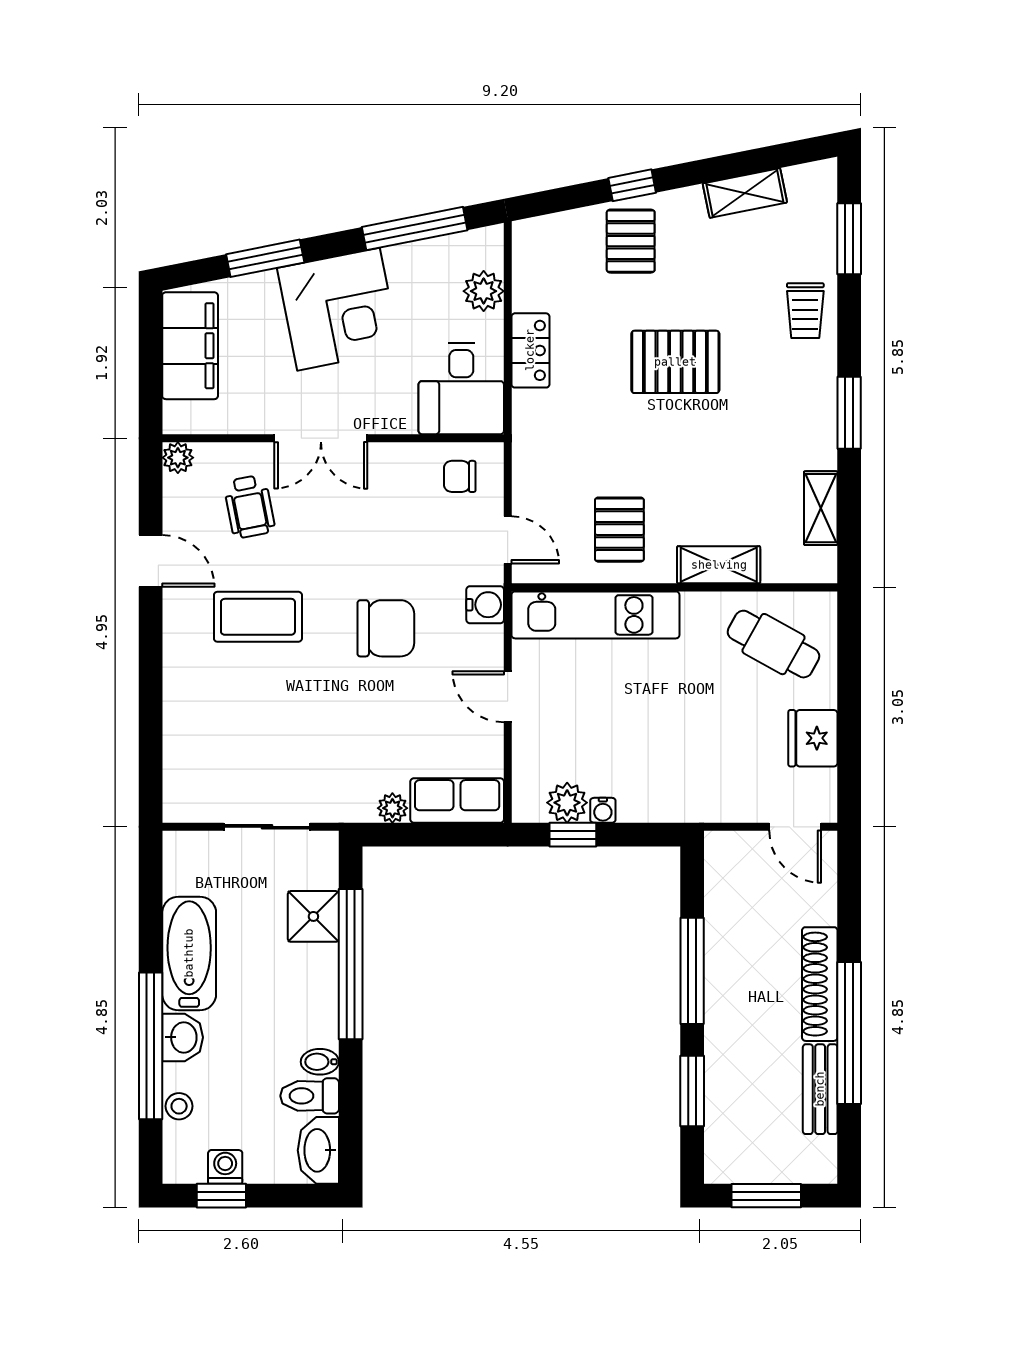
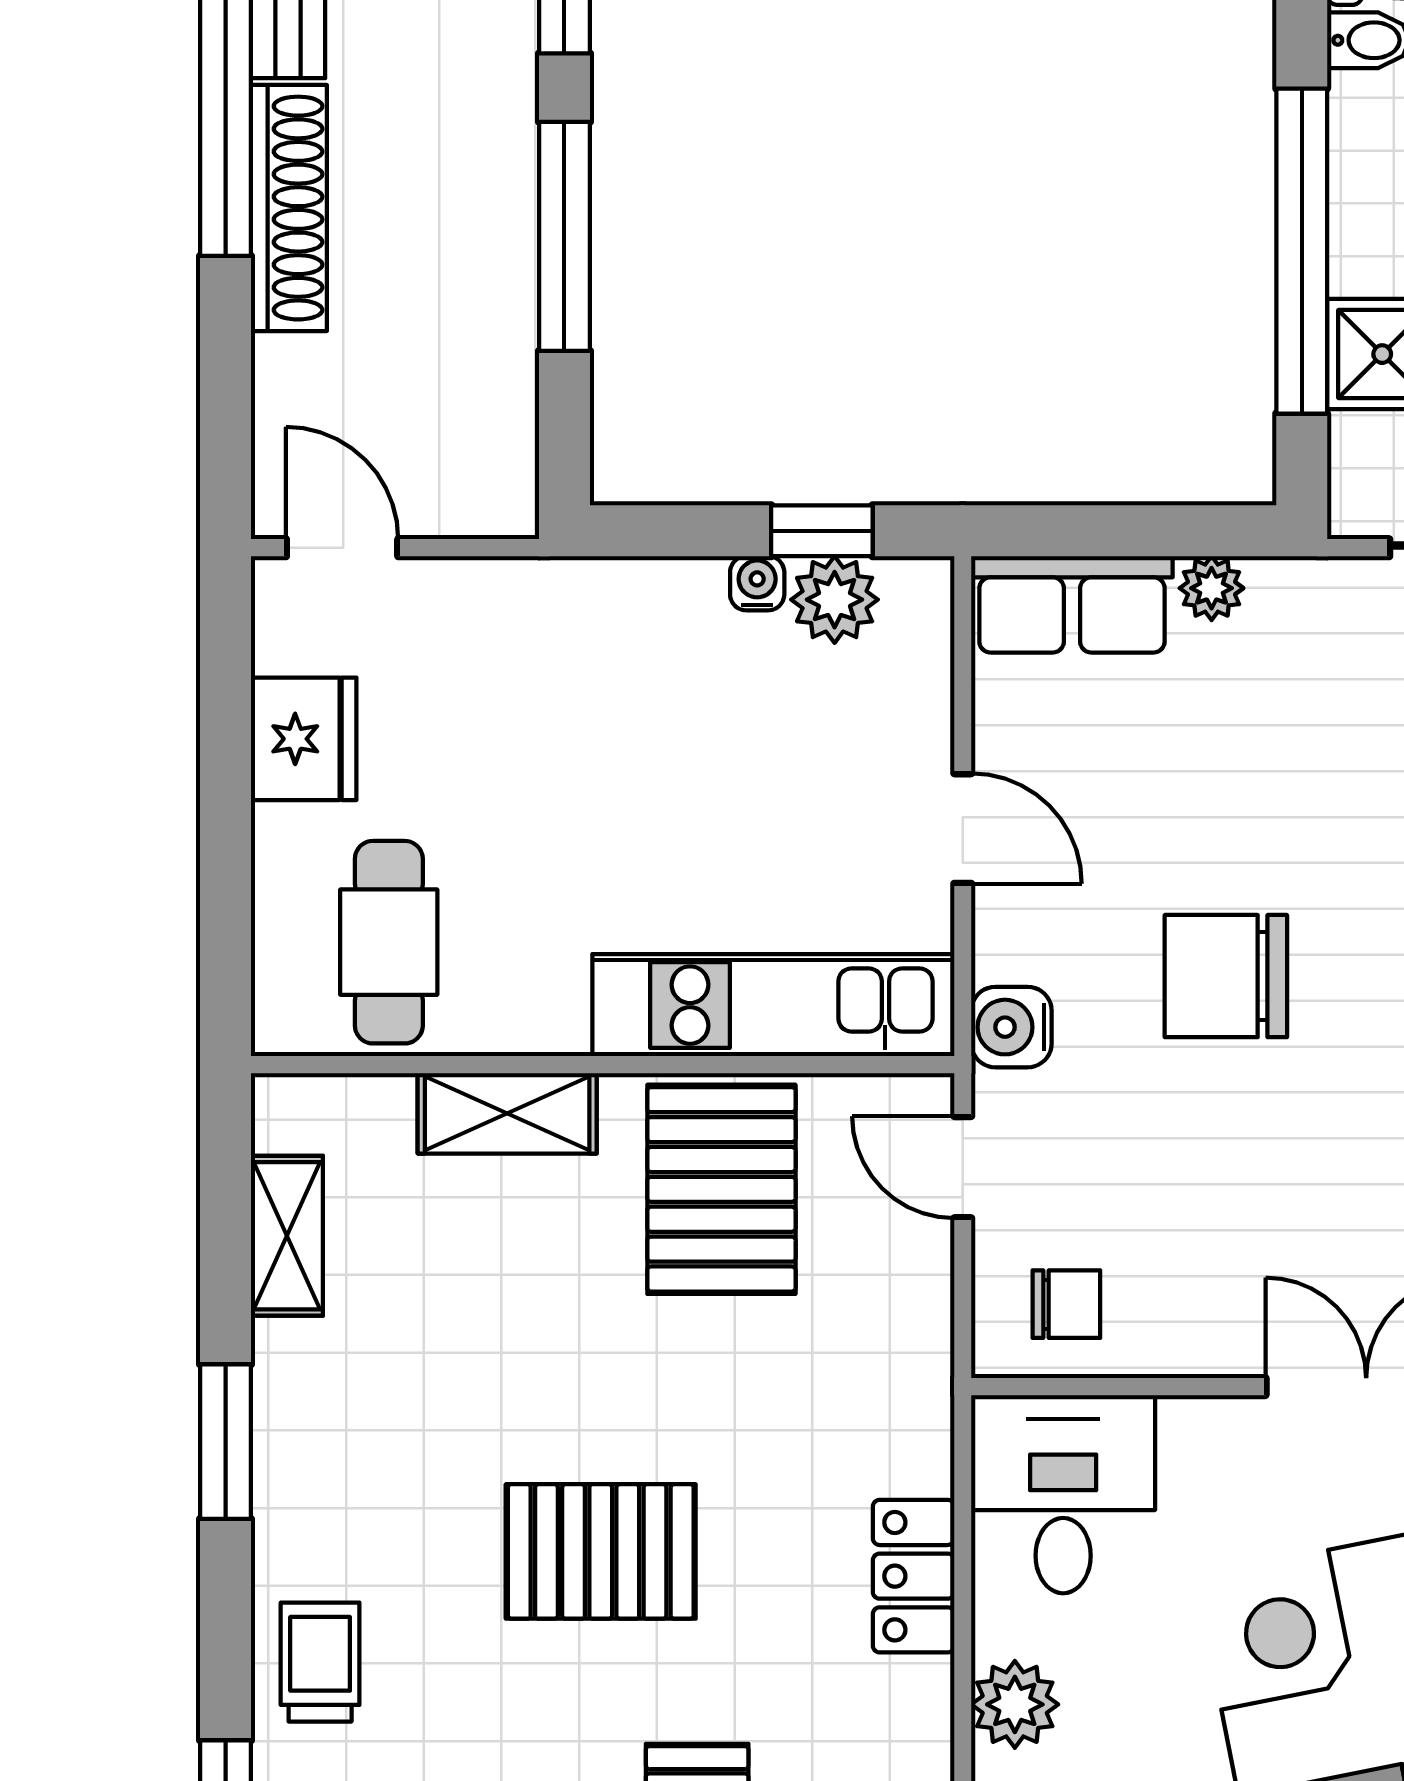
pallet: (619, 530) -> (721, 1189), width x1.50, depth x1.42
cafe table: (773, 644) -> (389, 942), turned 61

